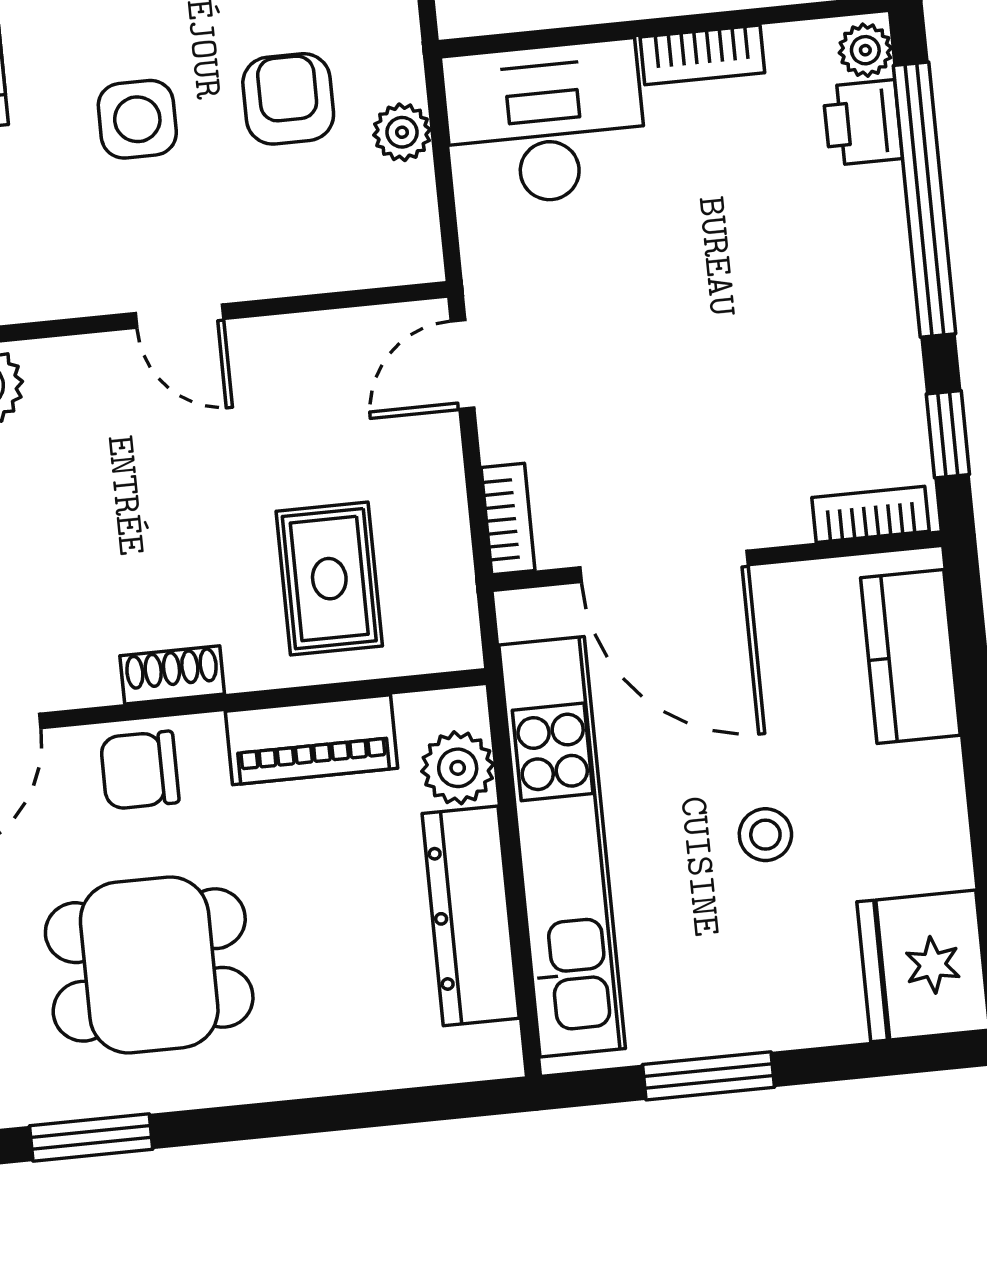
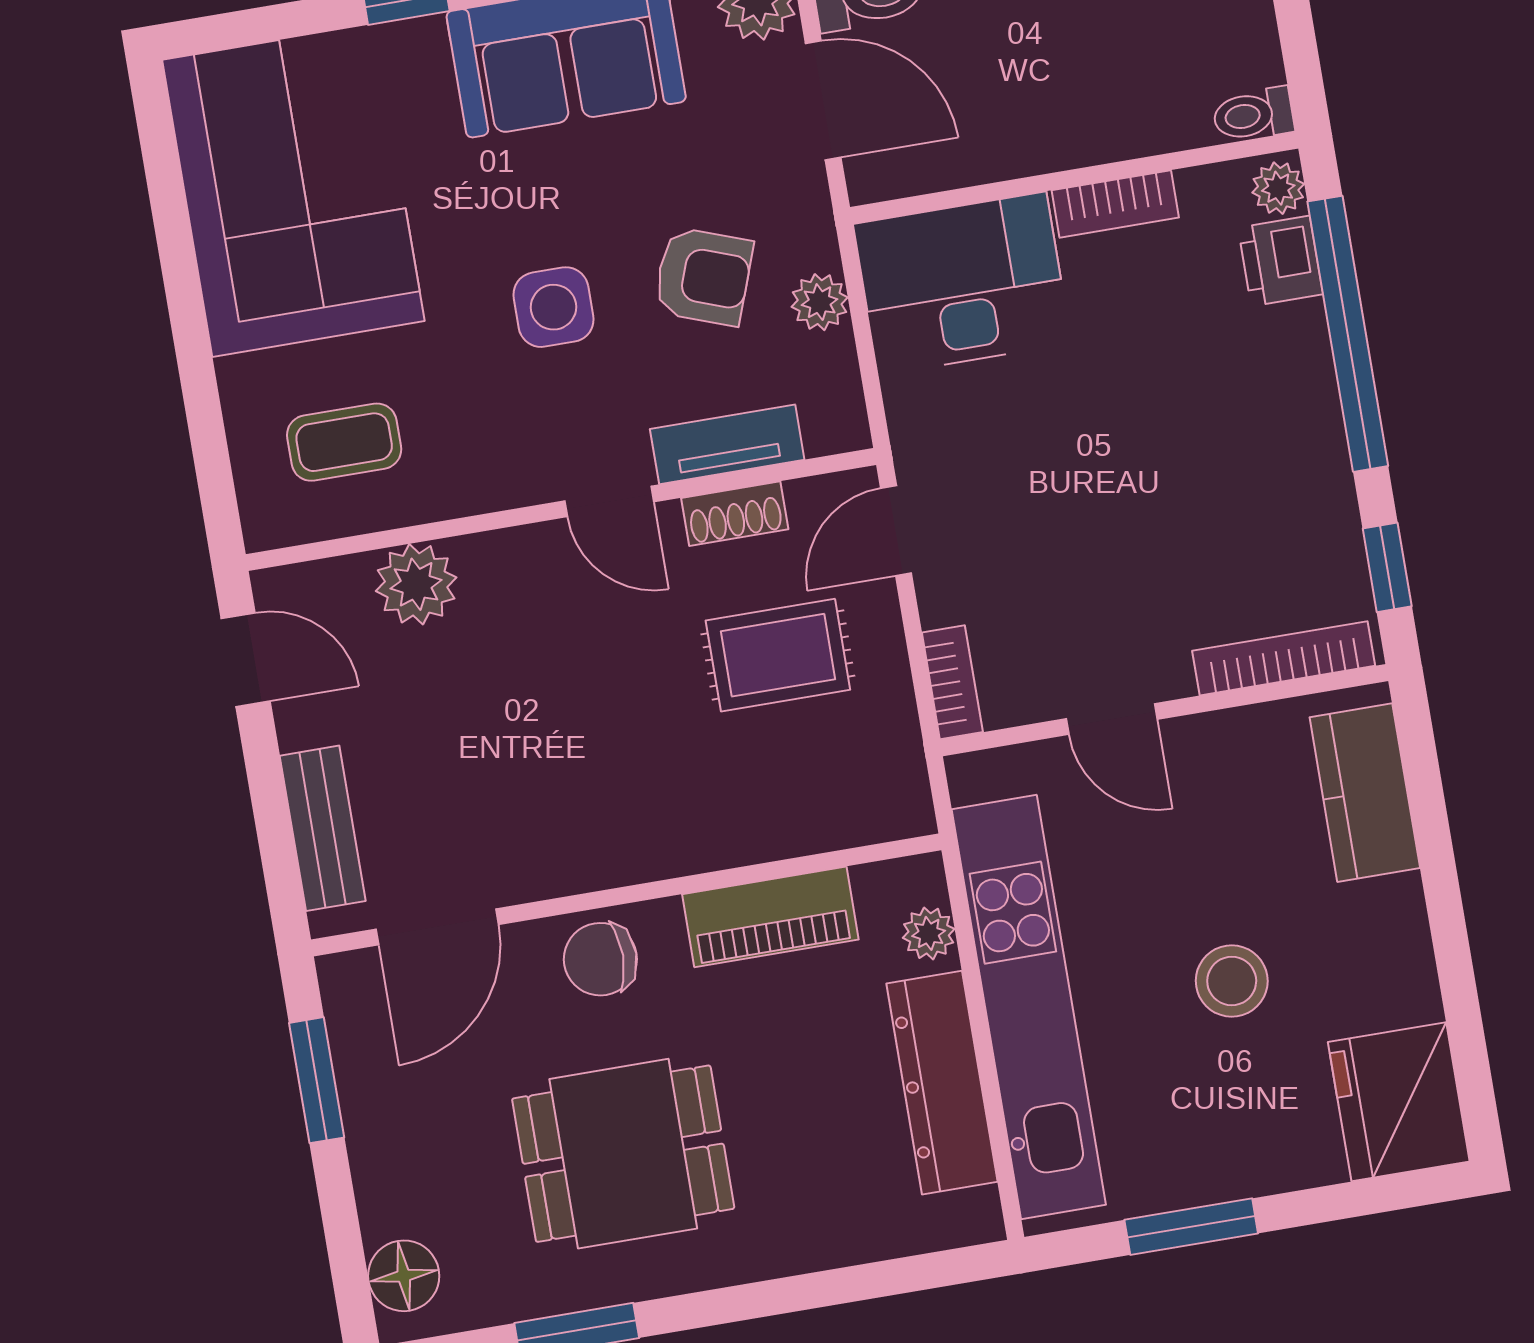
armchair: (288, 99) -> (703, 276), turned 110
tv unit: (301, 267) -> (727, 444), added
bookcase: (871, 514) -> (1284, 658), width x1.56
door: (664, 566) -> (1112, 719), width x0.53
rug: (329, 579) -> (778, 655), moved, turned 90
shoe rack: (172, 675) -> (735, 514), moved, turned 180
plant: (458, 768) -> (929, 933), width x0.73, depth x0.73
stool: (765, 835) -> (1232, 981), width x1.37, depth x1.37

